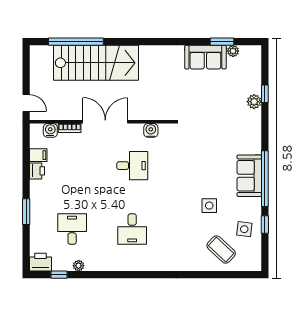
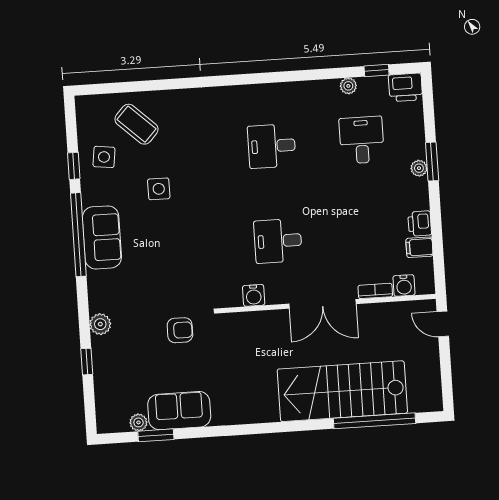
plant: (254, 102) -> (100, 324), moved
armchair: (201, 111) -> (180, 330), added
plant: (35, 208) -> (419, 168), added
desk: (72, 229) -> (362, 140), turned 180
desk: (132, 229) -> (272, 146), turned -90

